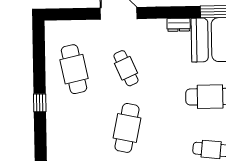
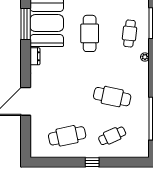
cafe table: (126, 68) -> (112, 136), moved

